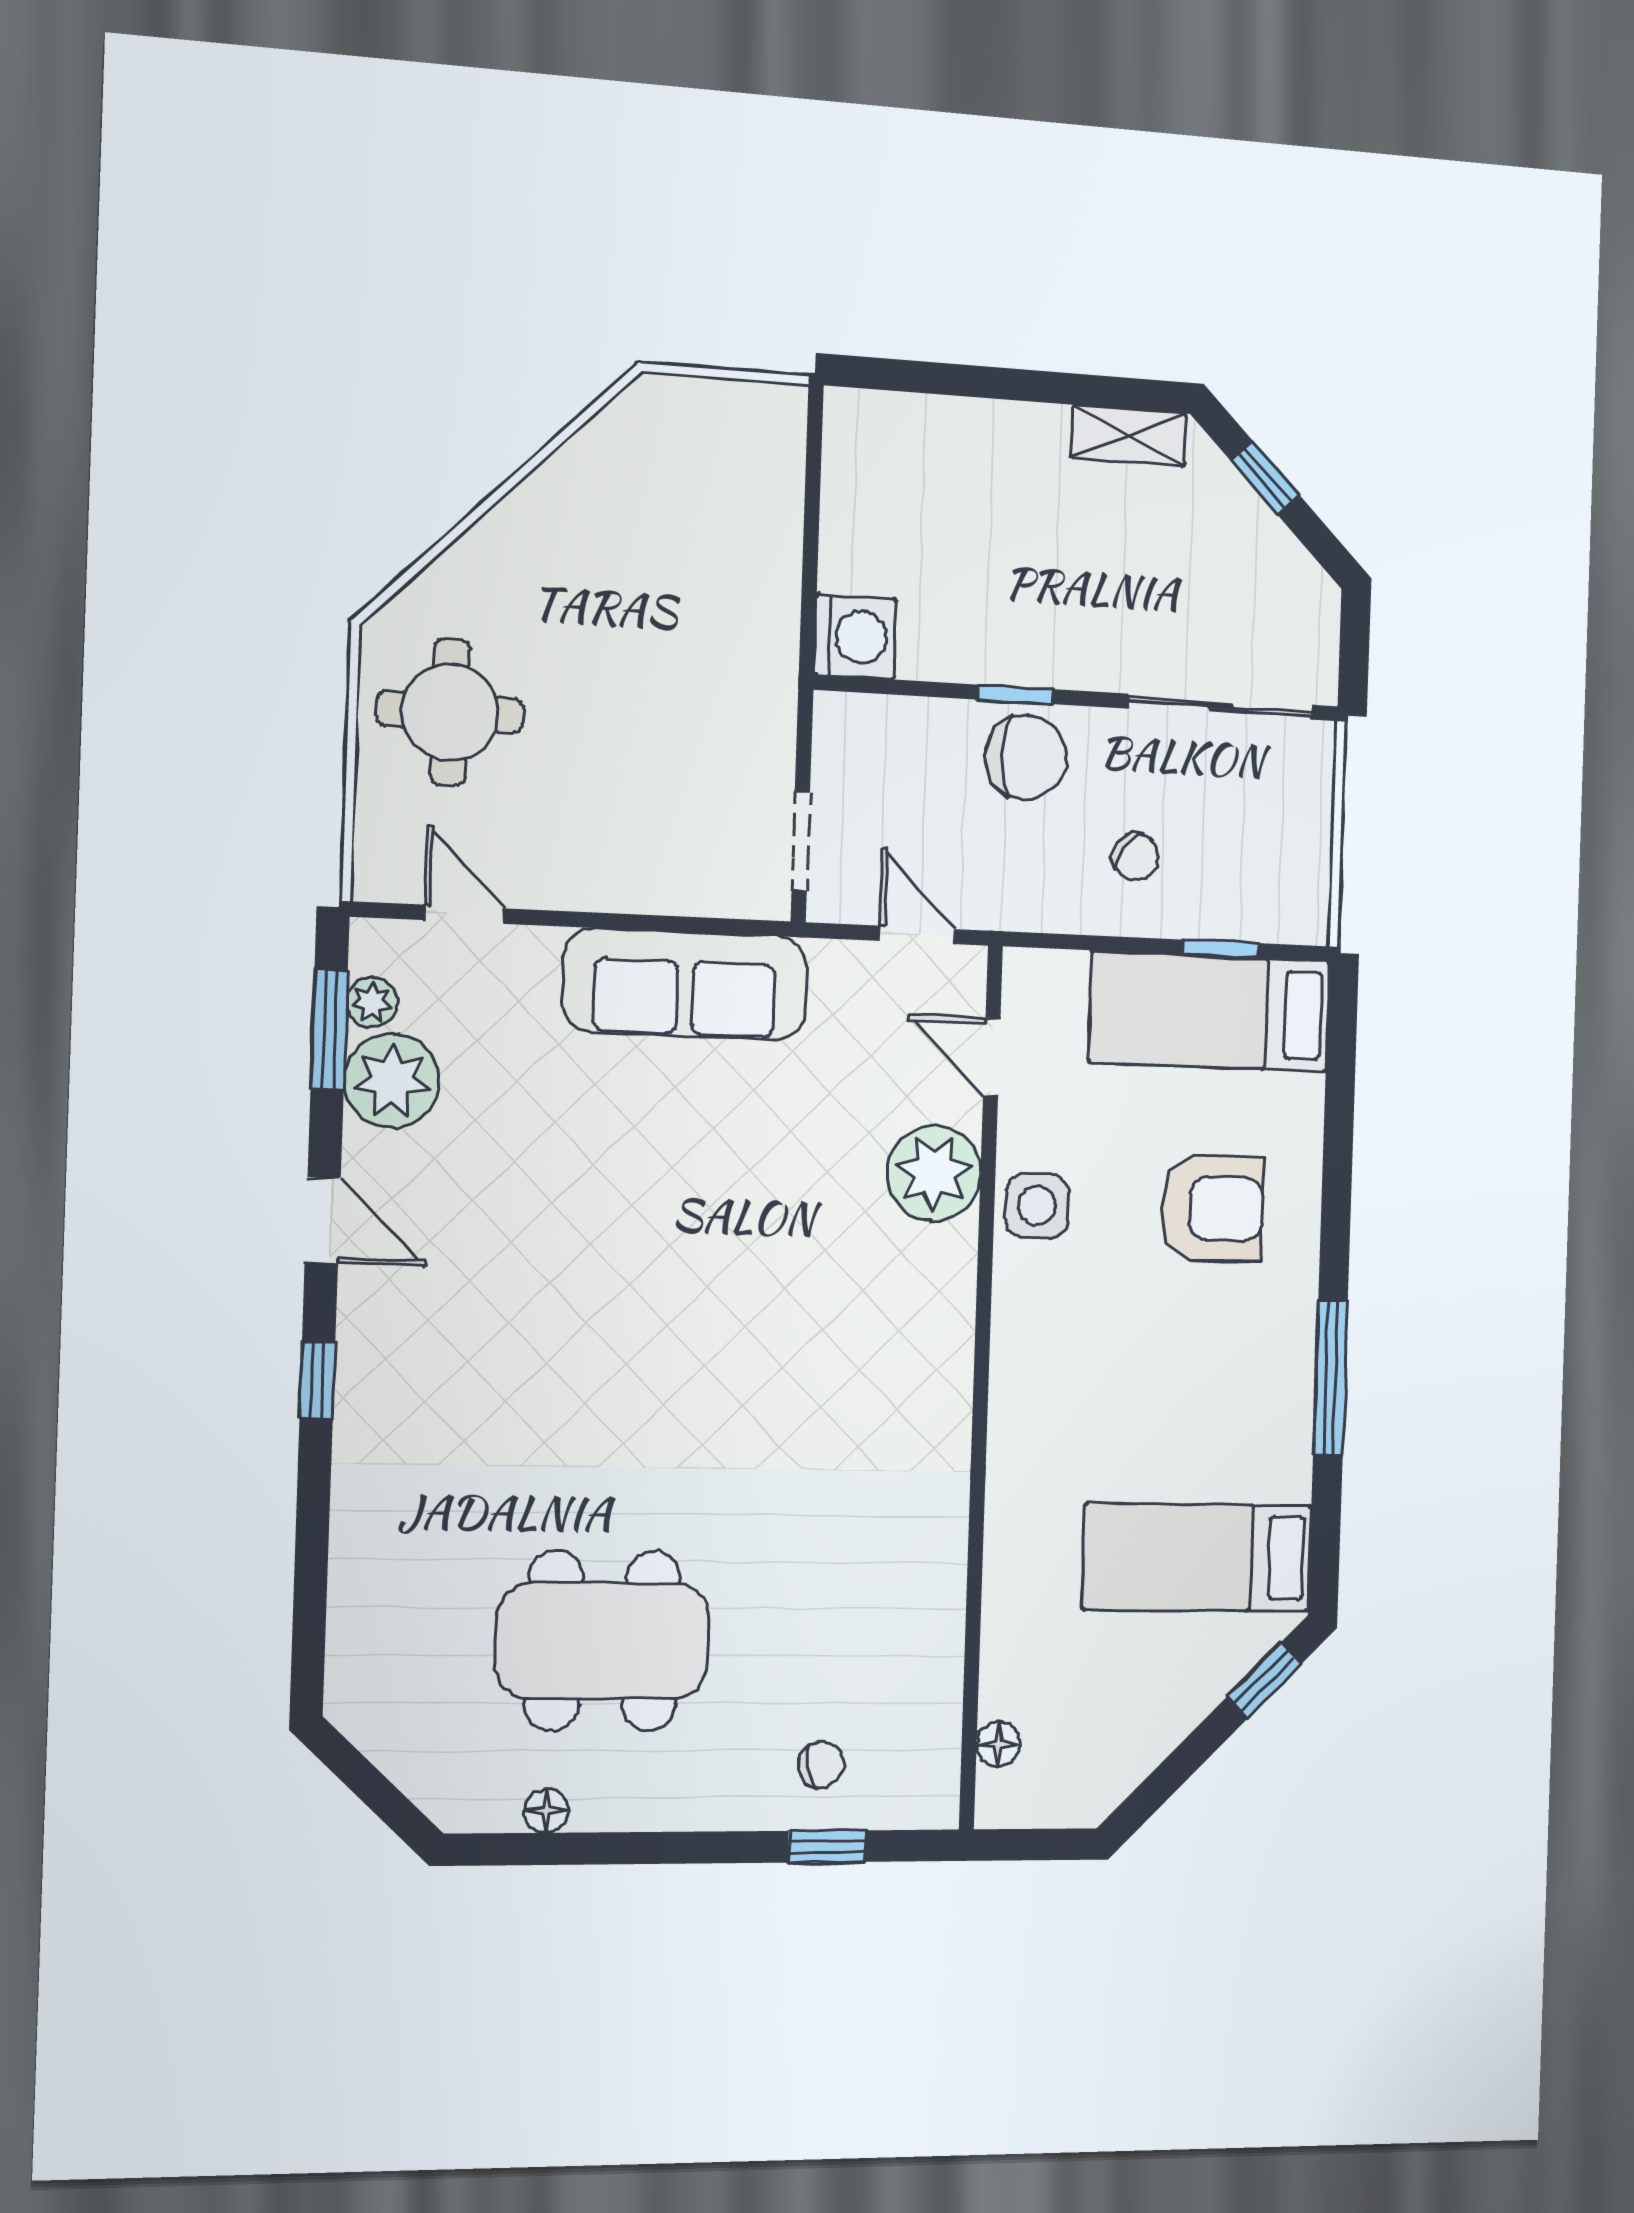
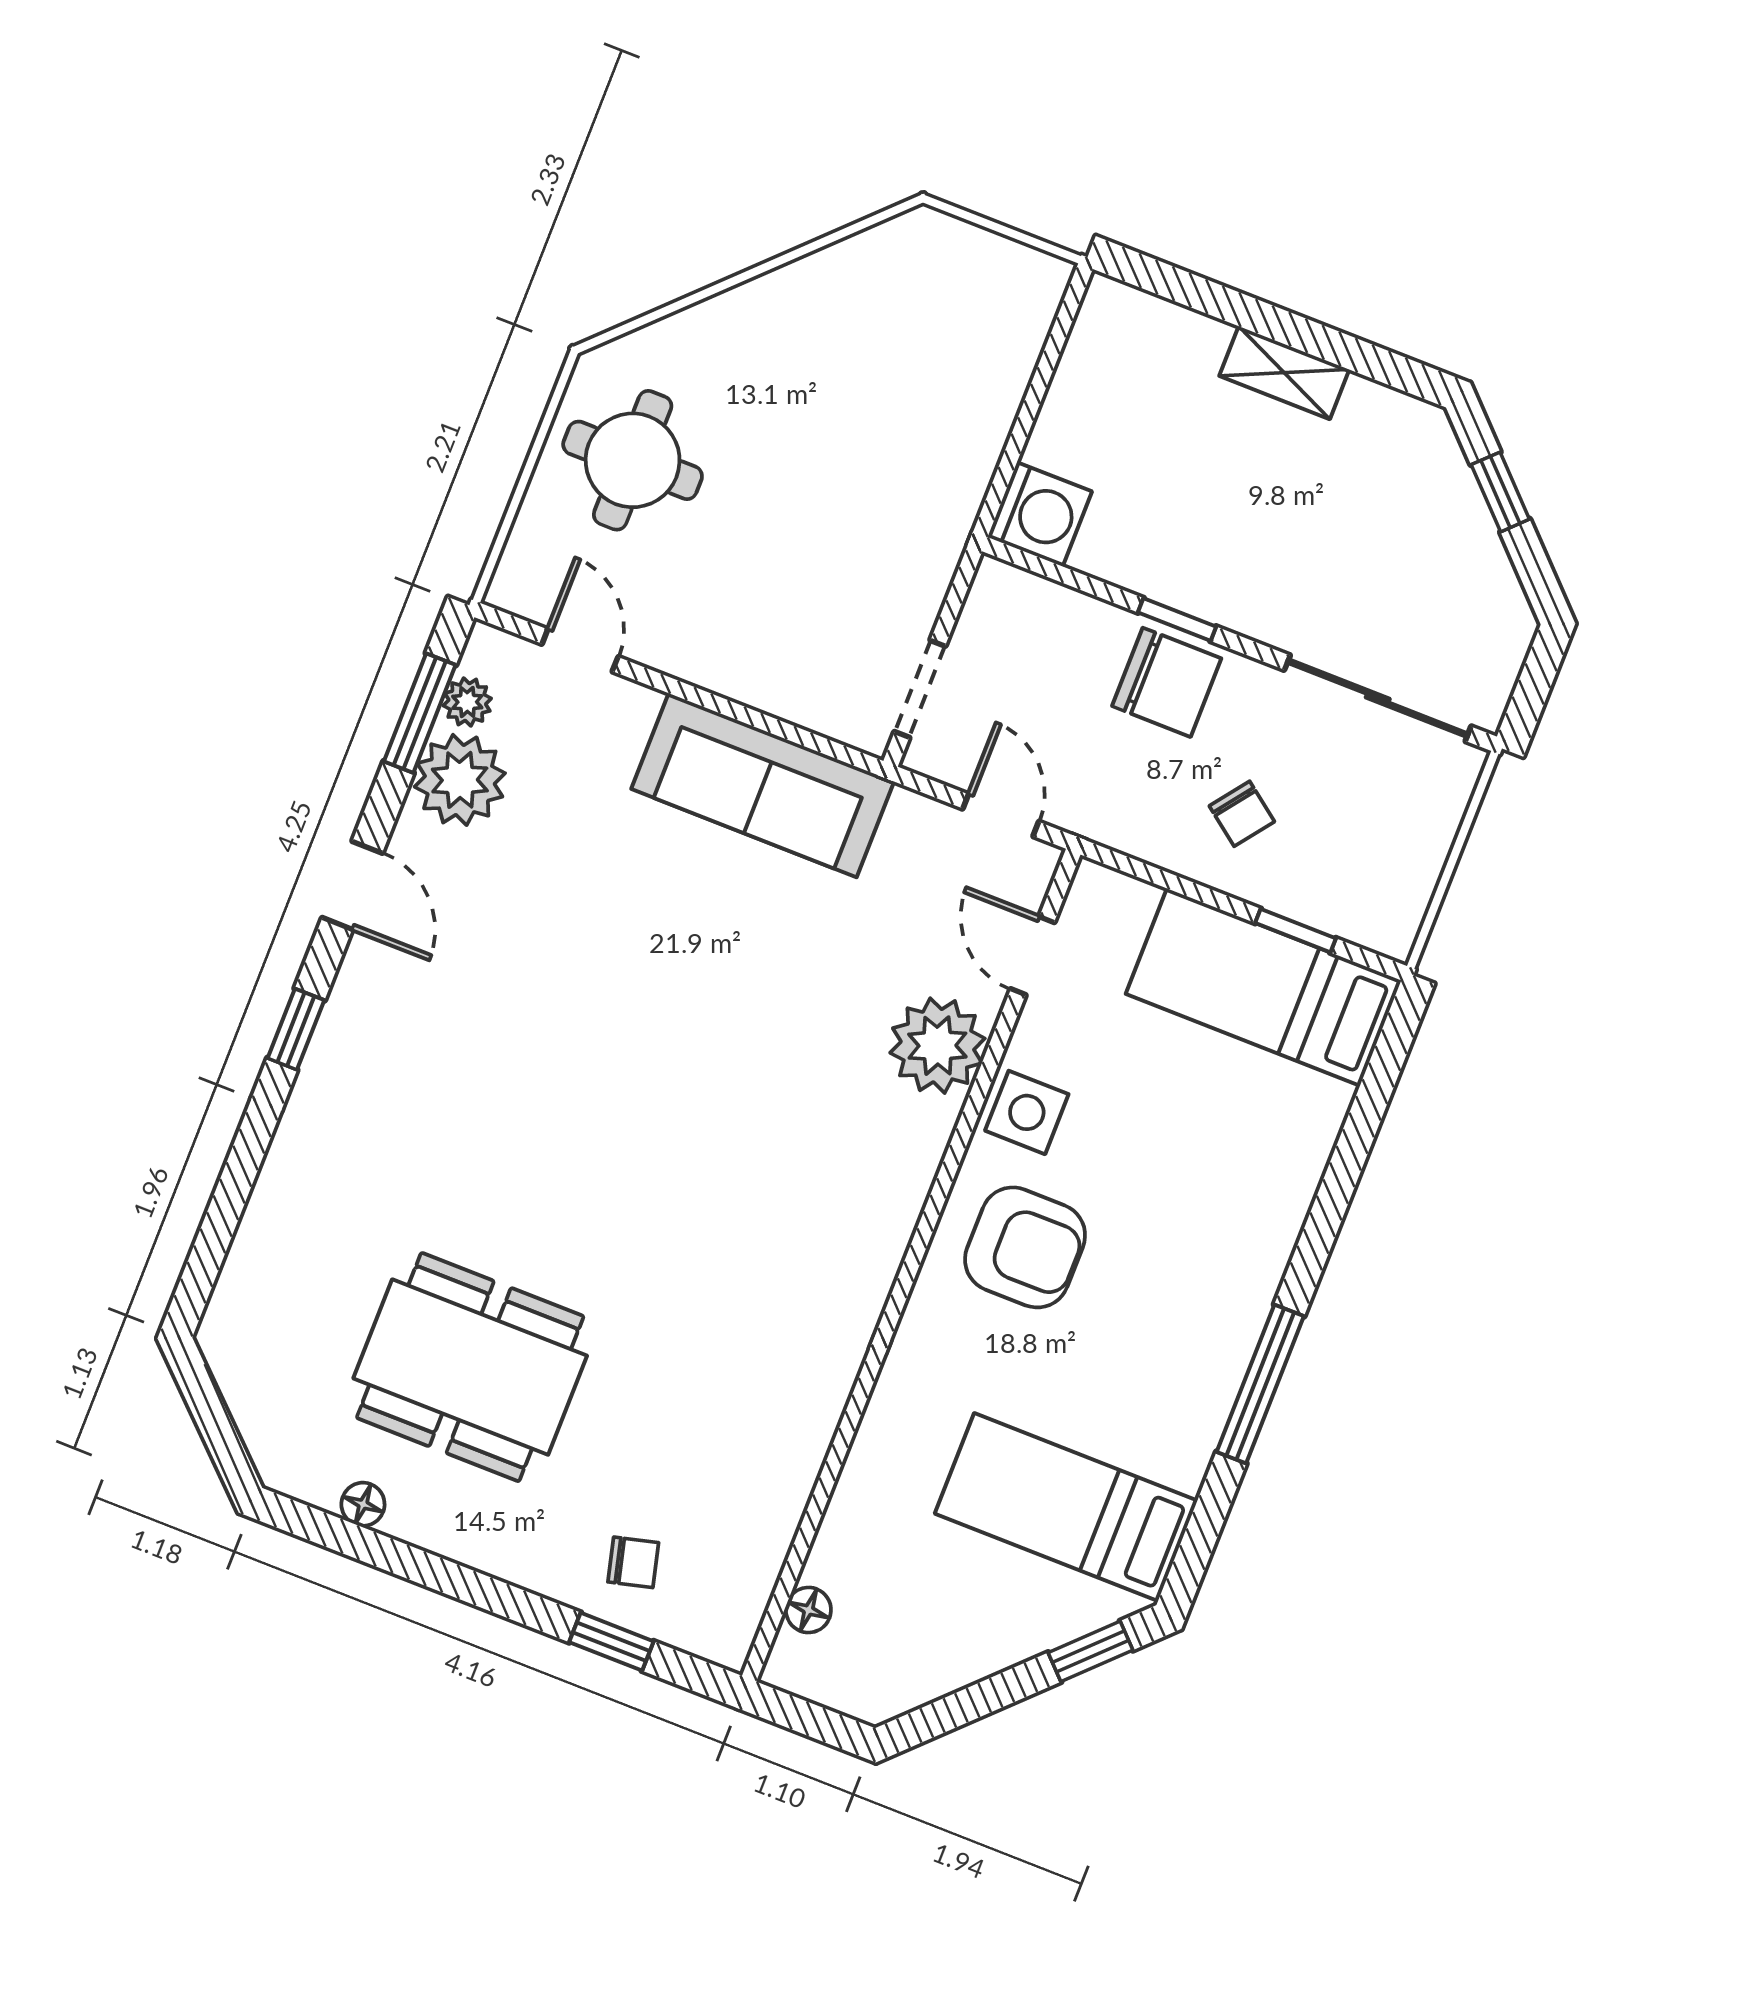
shelving: (1129, 436) -> (1284, 373), moved
armchair: (1212, 1208) -> (1025, 1247), moved

